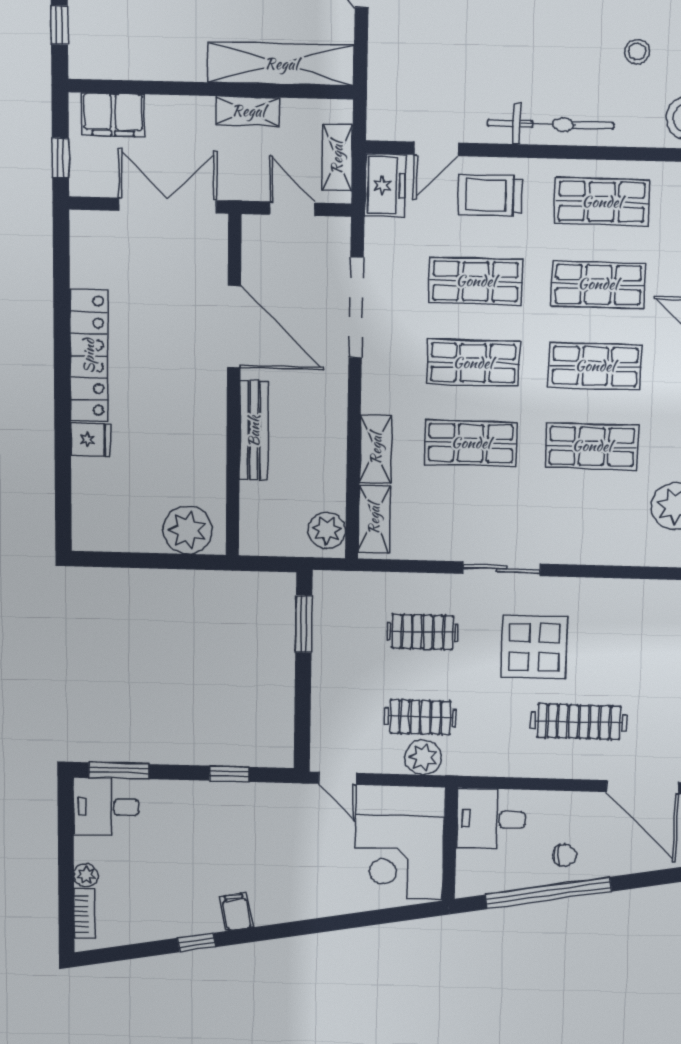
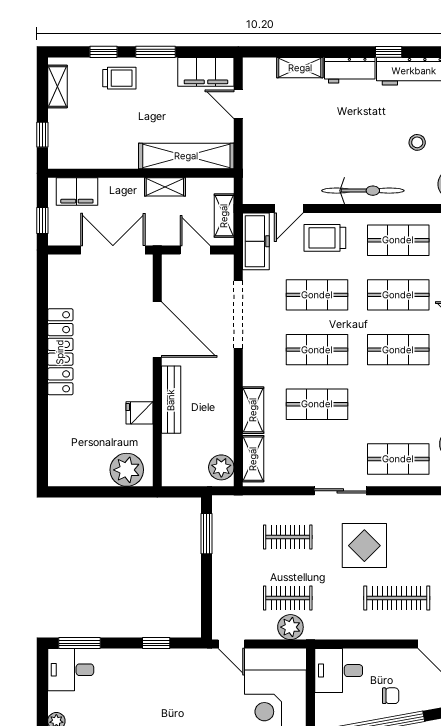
freezer: (385, 185) -> (256, 241), width x1.40
fridge: (91, 440) -> (139, 413), moved, turned 180
shop shelf: (592, 446) -> (398, 459), moved

